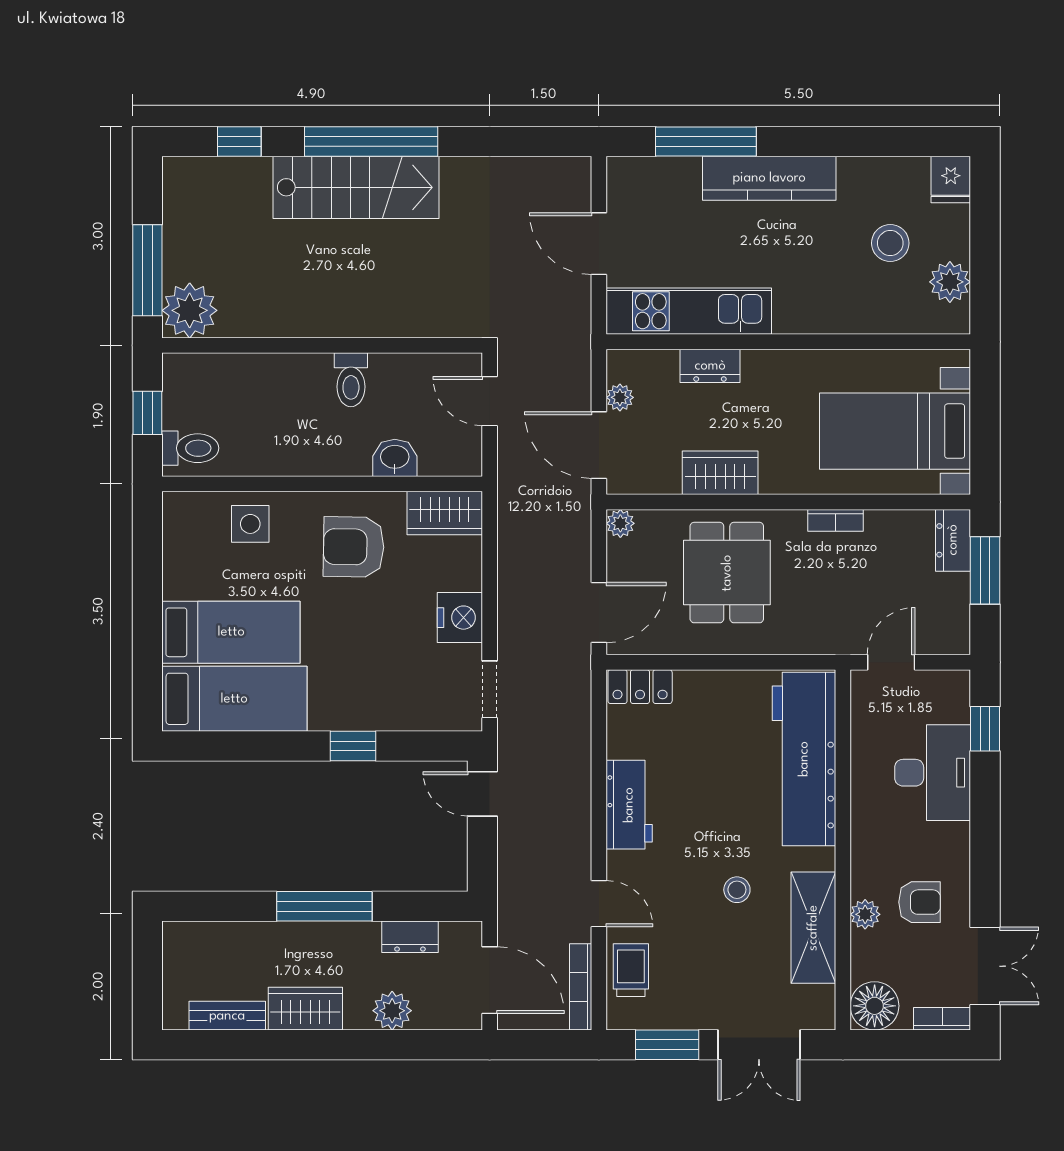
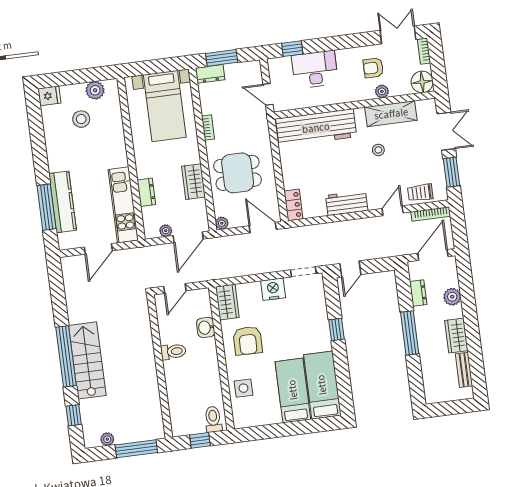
kitchen counter: (769, 178) -> (63, 202), moved
plant: (190, 310) -> (107, 439), moved, width x0.53, depth x0.53
armchair: (920, 902) -> (373, 68), turned -90

